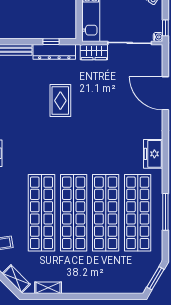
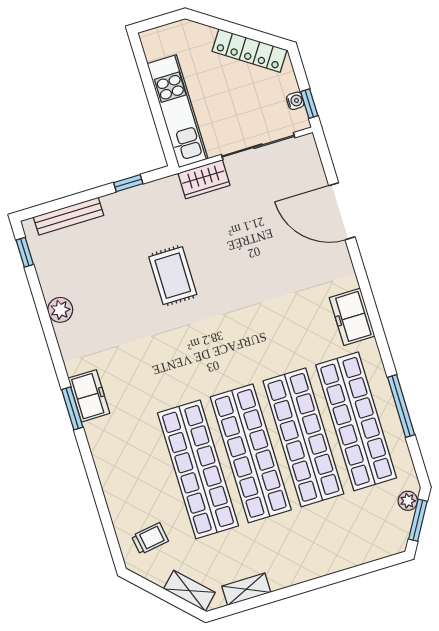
water cooler: (158, 37) -> (295, 101), moved
dresser: (54, 52) -> (139, 198), removed
plant: (153, 266) -> (408, 501), added

